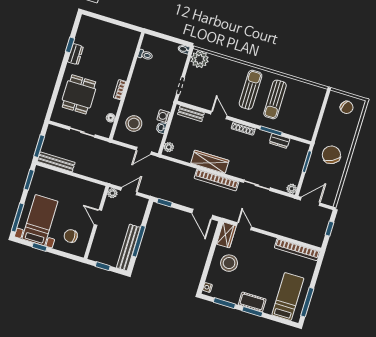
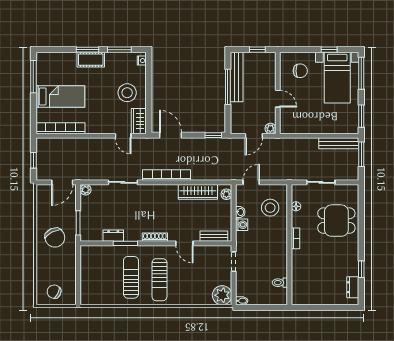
dresser: (75, 54) -> (353, 287), moved
dining table: (79, 94) -> (336, 221), turned 90
wardrobe: (210, 162) -> (198, 192), moved
bed: (288, 297) -> (60, 96), moved, turned -90

